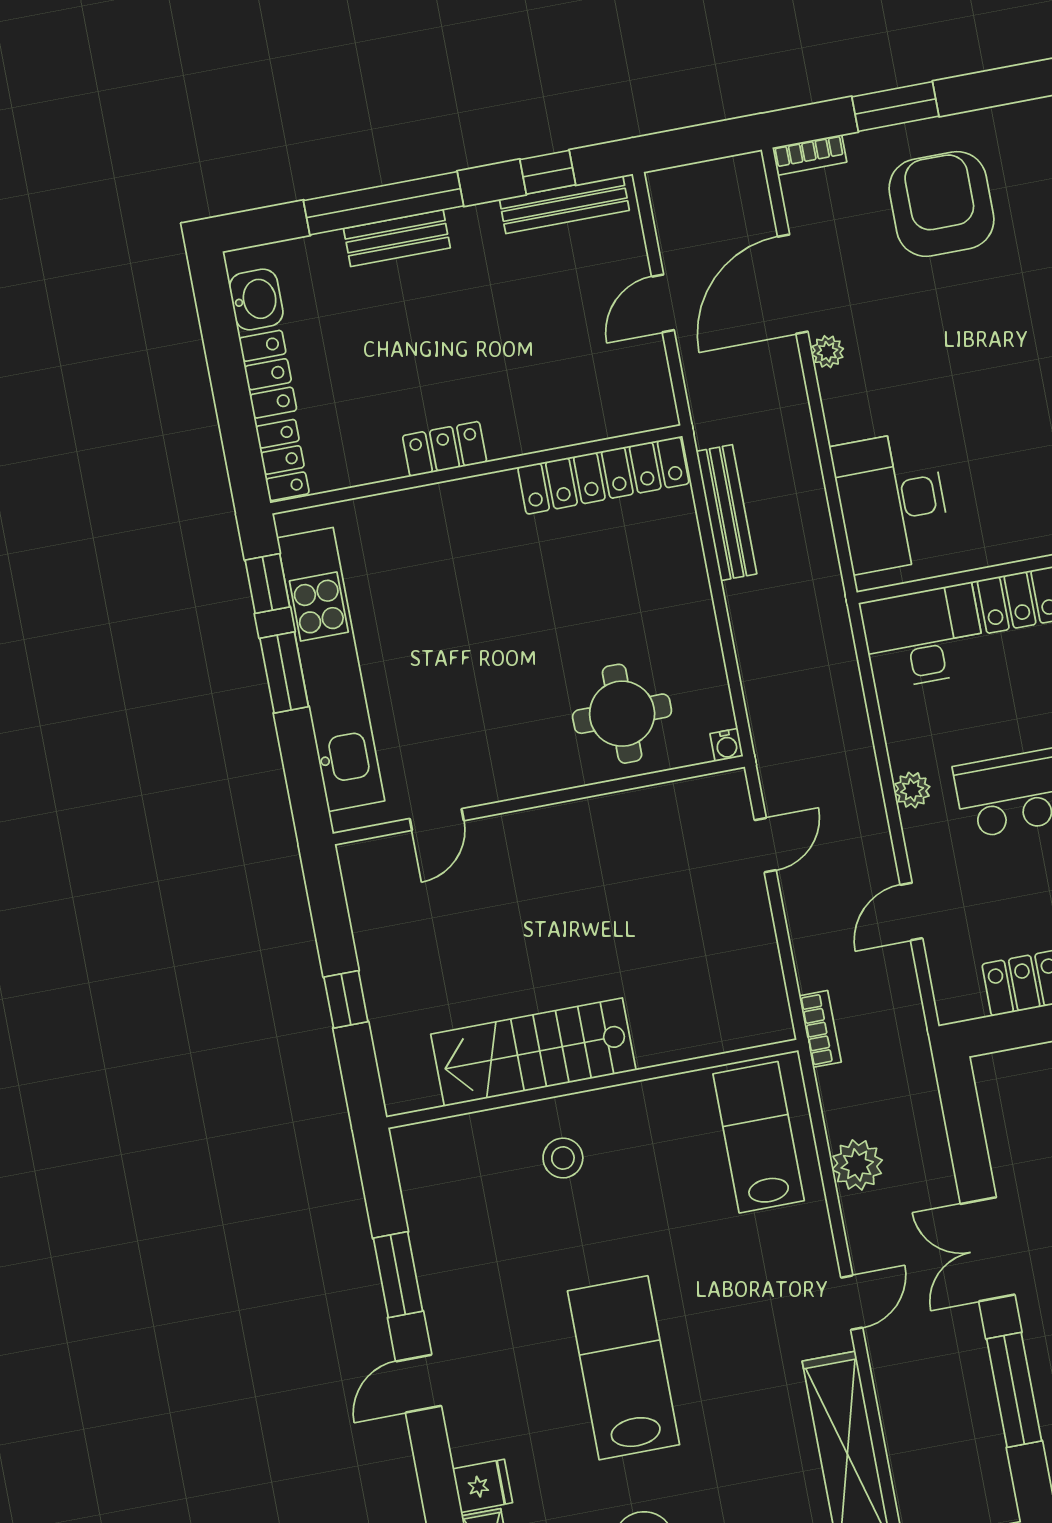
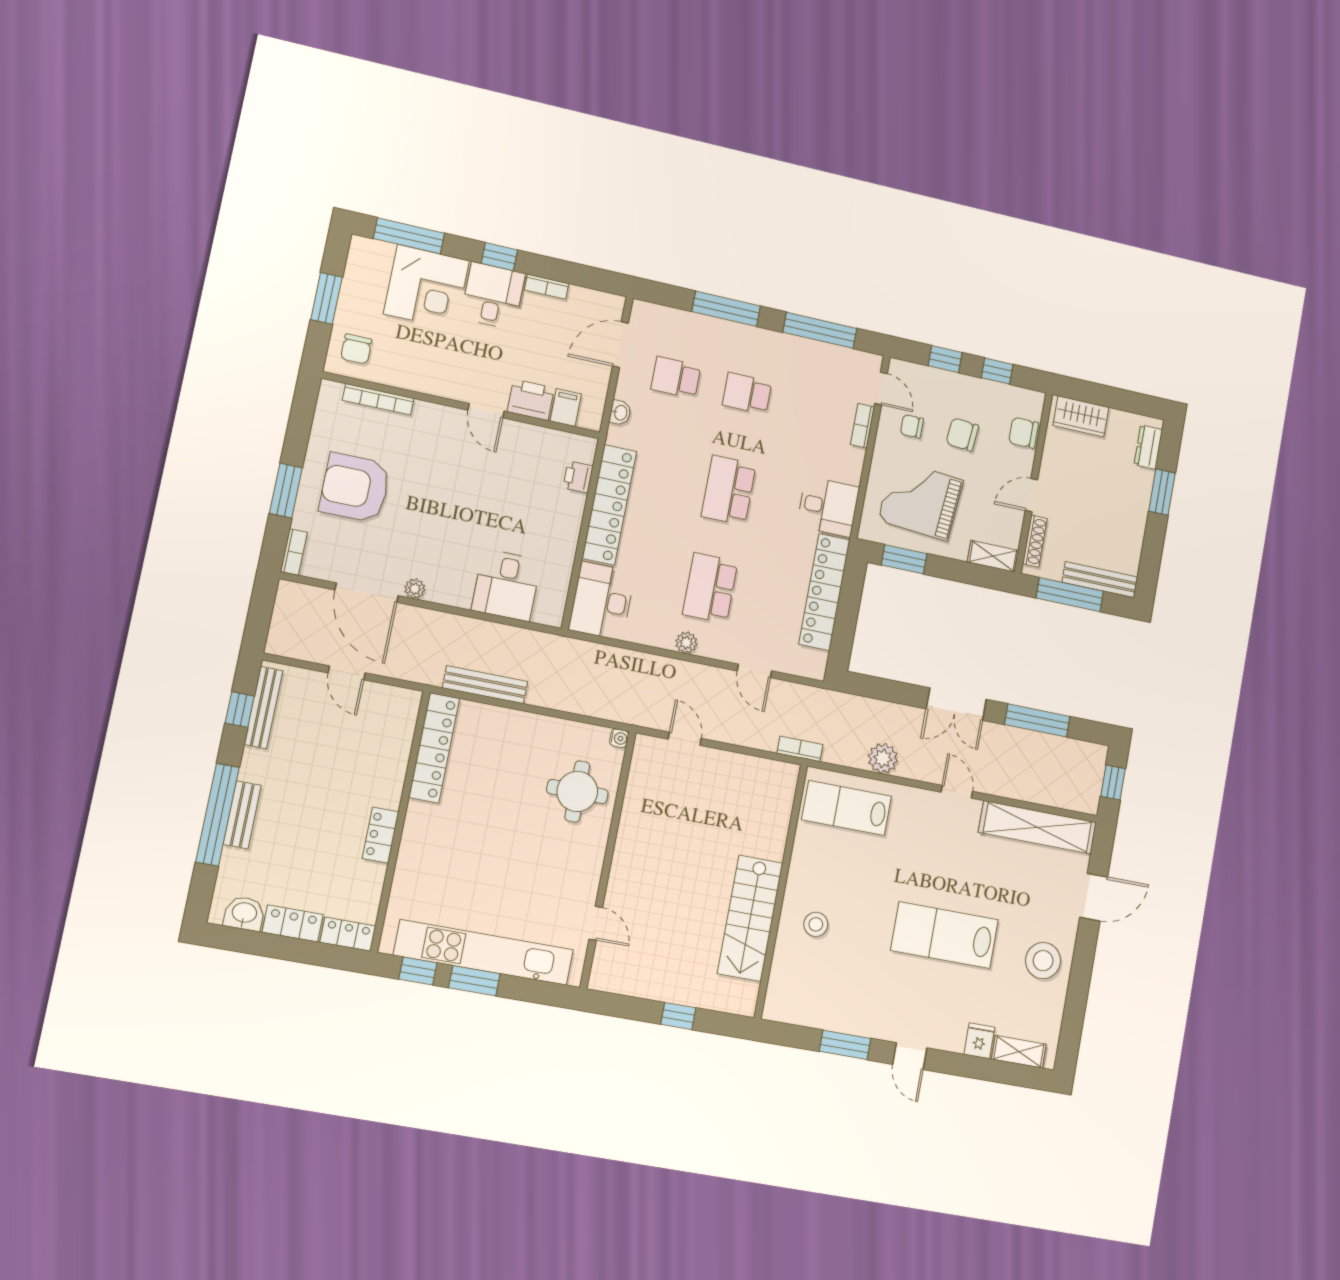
desk: (891, 502) -> (506, 585), width x0.73

